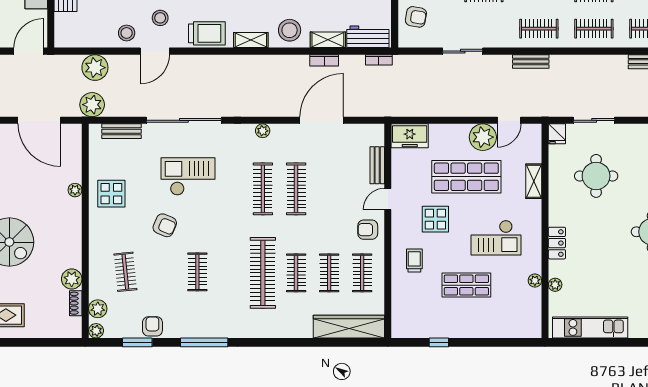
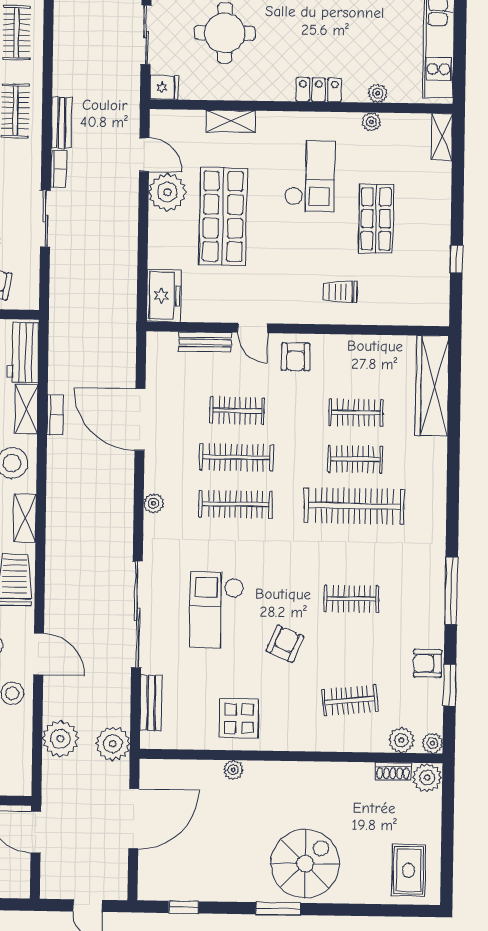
bookcase: (379, 60) -> (59, 169), moved
display table: (435, 219) -> (282, 261), removed
clothes rail: (362, 273) -> (237, 411), moved
plant: (72, 279) -> (427, 778), moved
shelving: (525, 331) -> (442, 137), added

